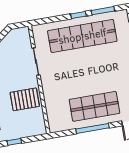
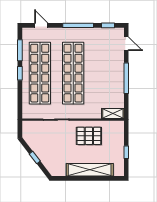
pallet: (25, 99) -> (89, 136), turned 90
shop shelf: (94, 106) -> (73, 73), moved, width x1.40
shelving: (53, 121) -> (113, 113), added

